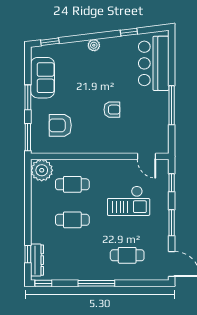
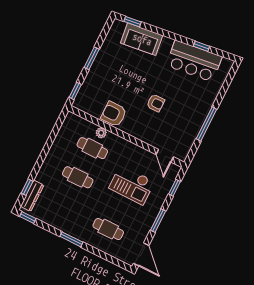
plant: (94, 45) -> (167, 43), removed
bar counter: (154, 63) -> (194, 61), moved, turned -97
sofa: (42, 78) -> (142, 39), moved, turned 83
armchair: (60, 125) -> (114, 114), moved
window: (28, 137) -> (75, 91), width x0.67
plant: (42, 170) -> (101, 133), moved, width x0.53, depth x0.53
window: (96, 283) -> (71, 239), width x0.69

